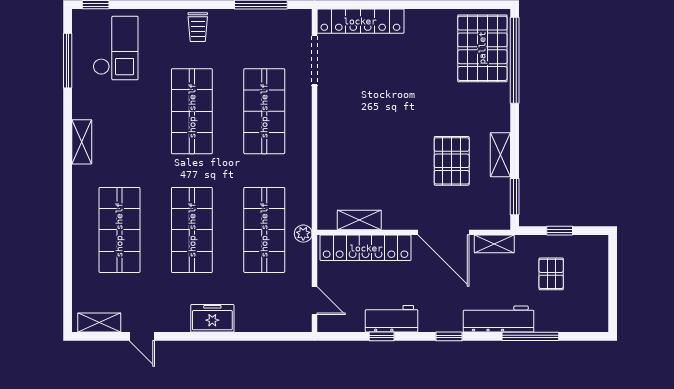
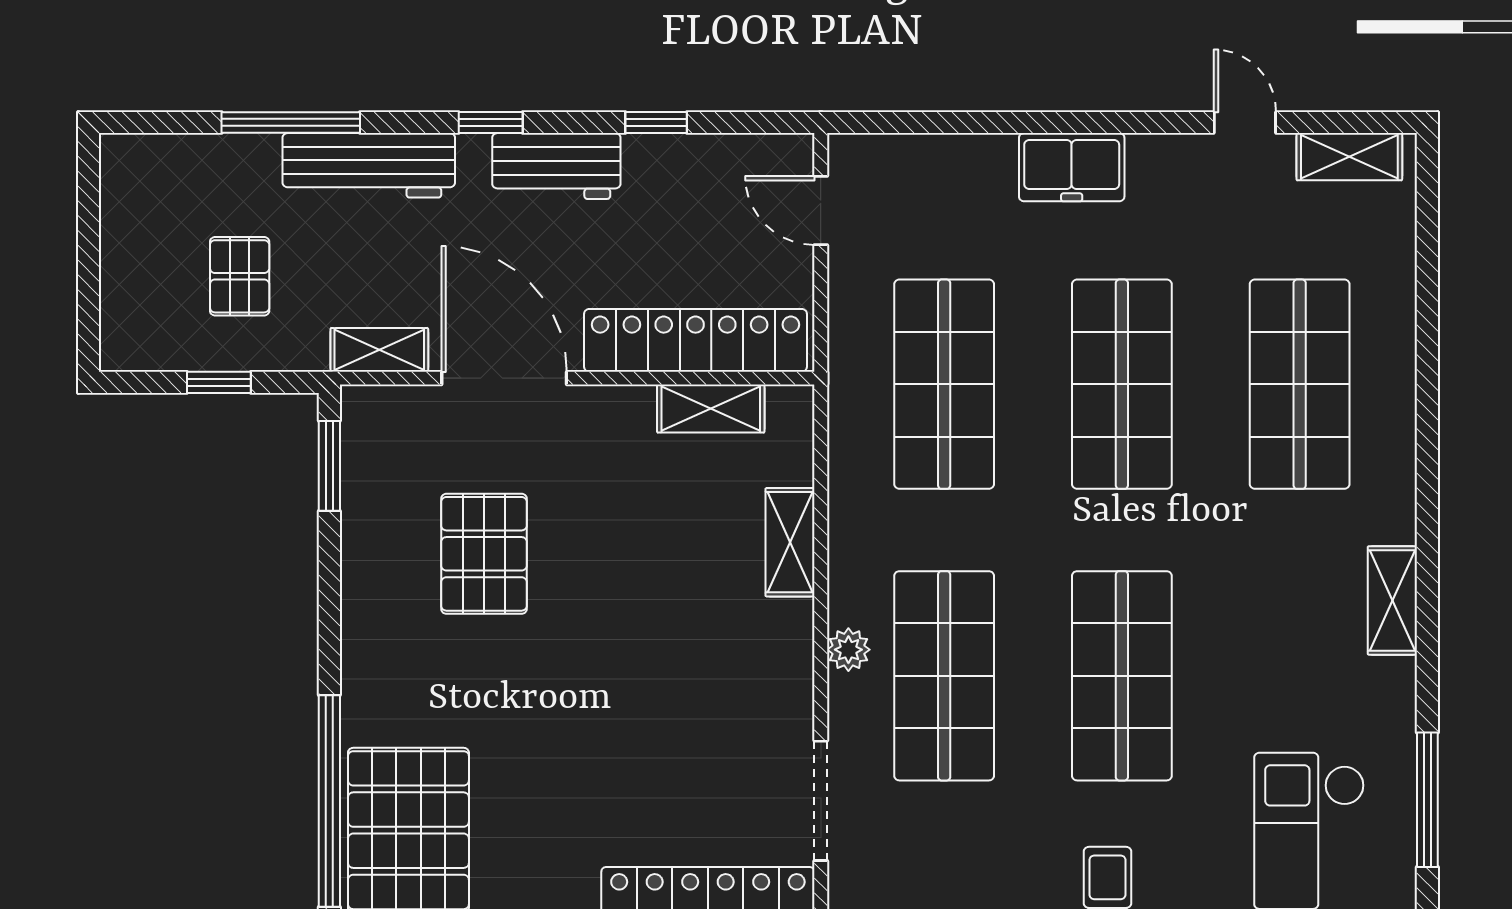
shelving: (500, 155) -> (790, 542), moved
plant: (303, 234) -> (848, 650), moved
workbench: (392, 319) -> (556, 166), moved

